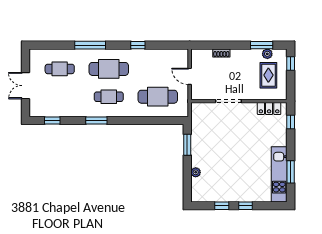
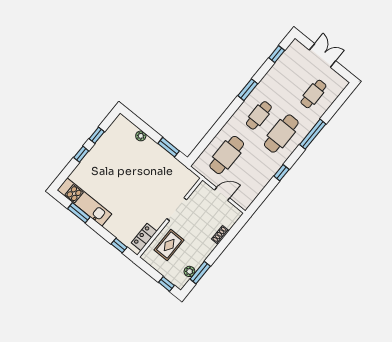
rug: (268, 75) -> (169, 245), moved, turned 90

